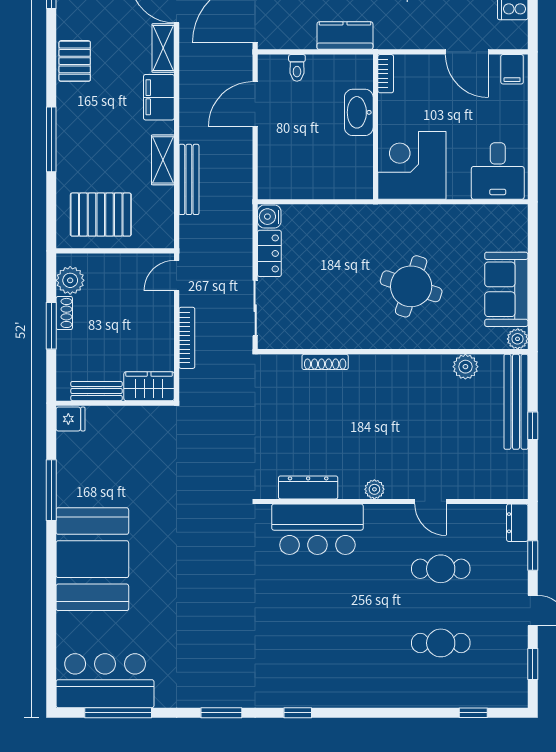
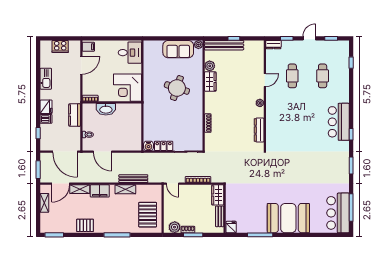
wardrobe: (427, 368) -> (210, 82), added
bar counter: (317, 529) -> (339, 122), moved, turned 180

